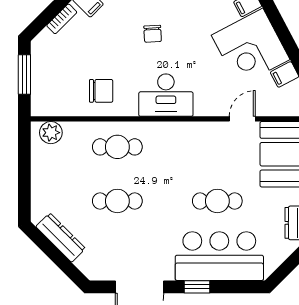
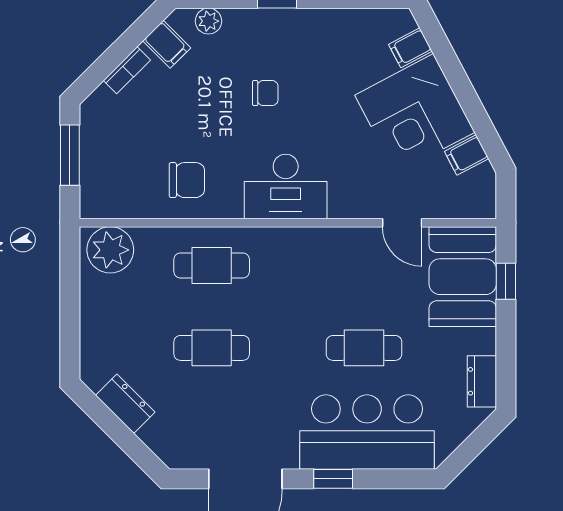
chair: (153, 34) -> (265, 93), turned -87
door: (242, 119) -> (402, 223), swing flipped
plant: (51, 133) -> (110, 250), width x1.36, depth x1.36
dresser: (61, 238) -> (125, 404), width x0.70

